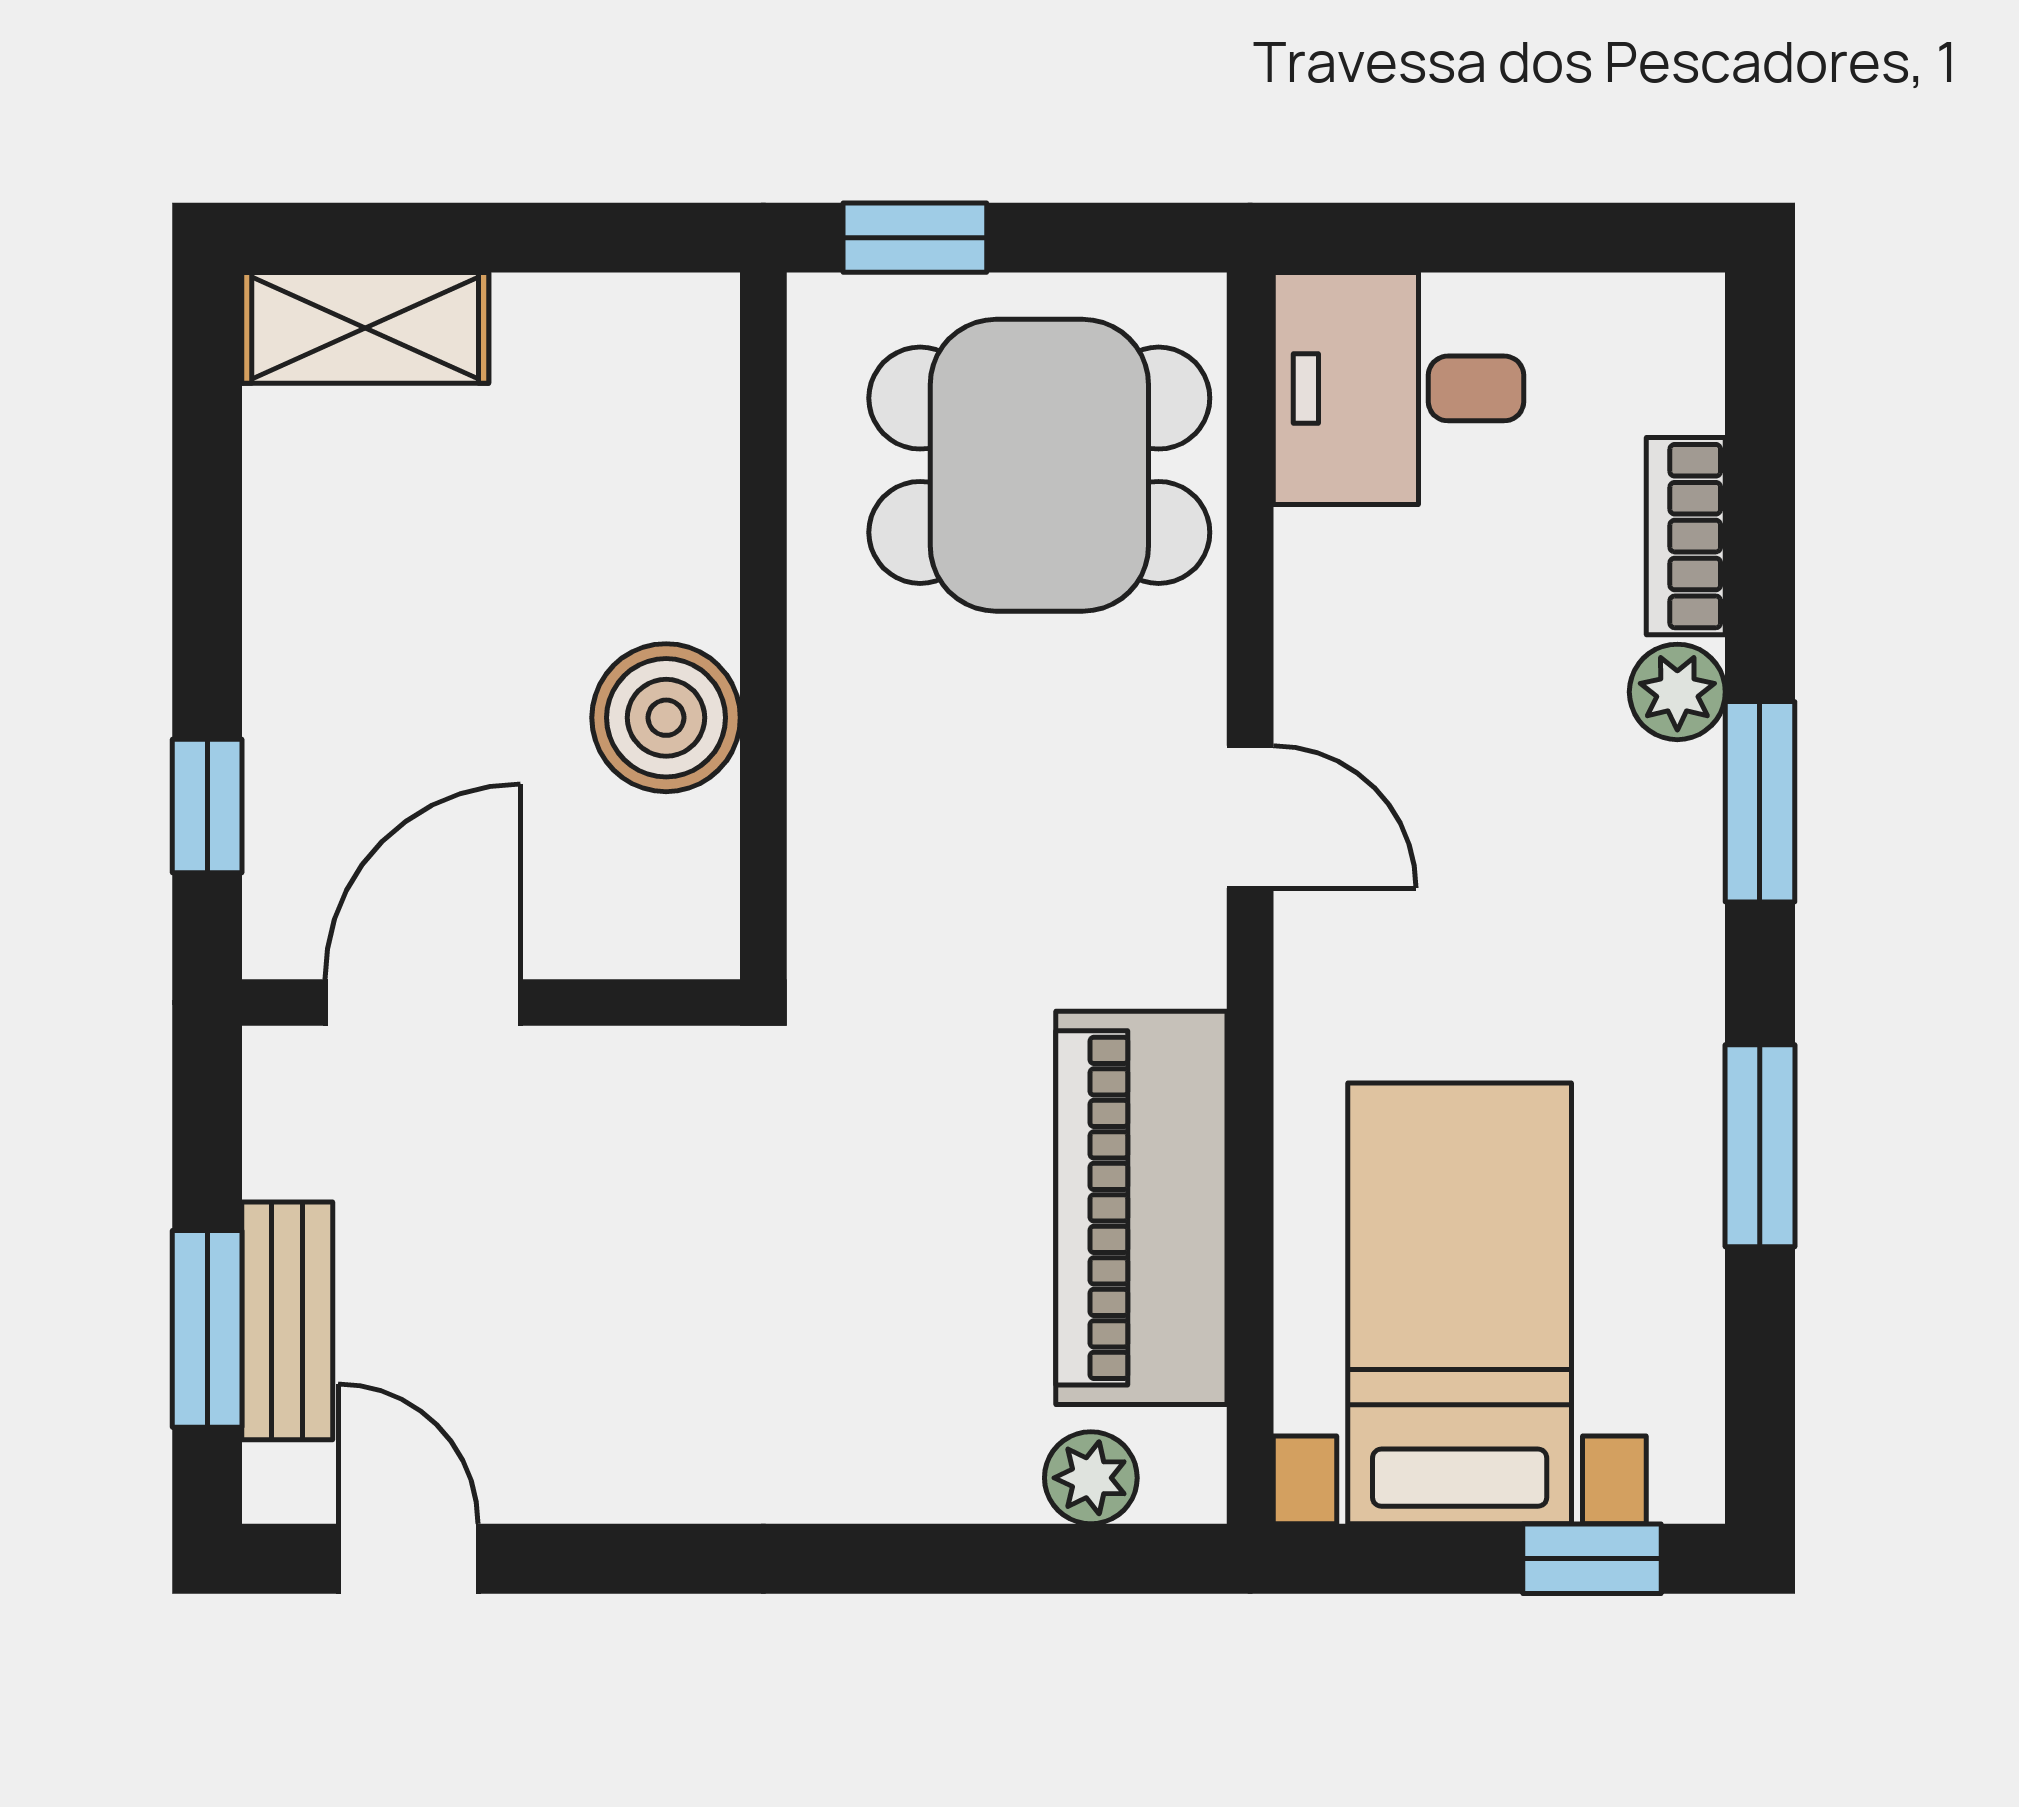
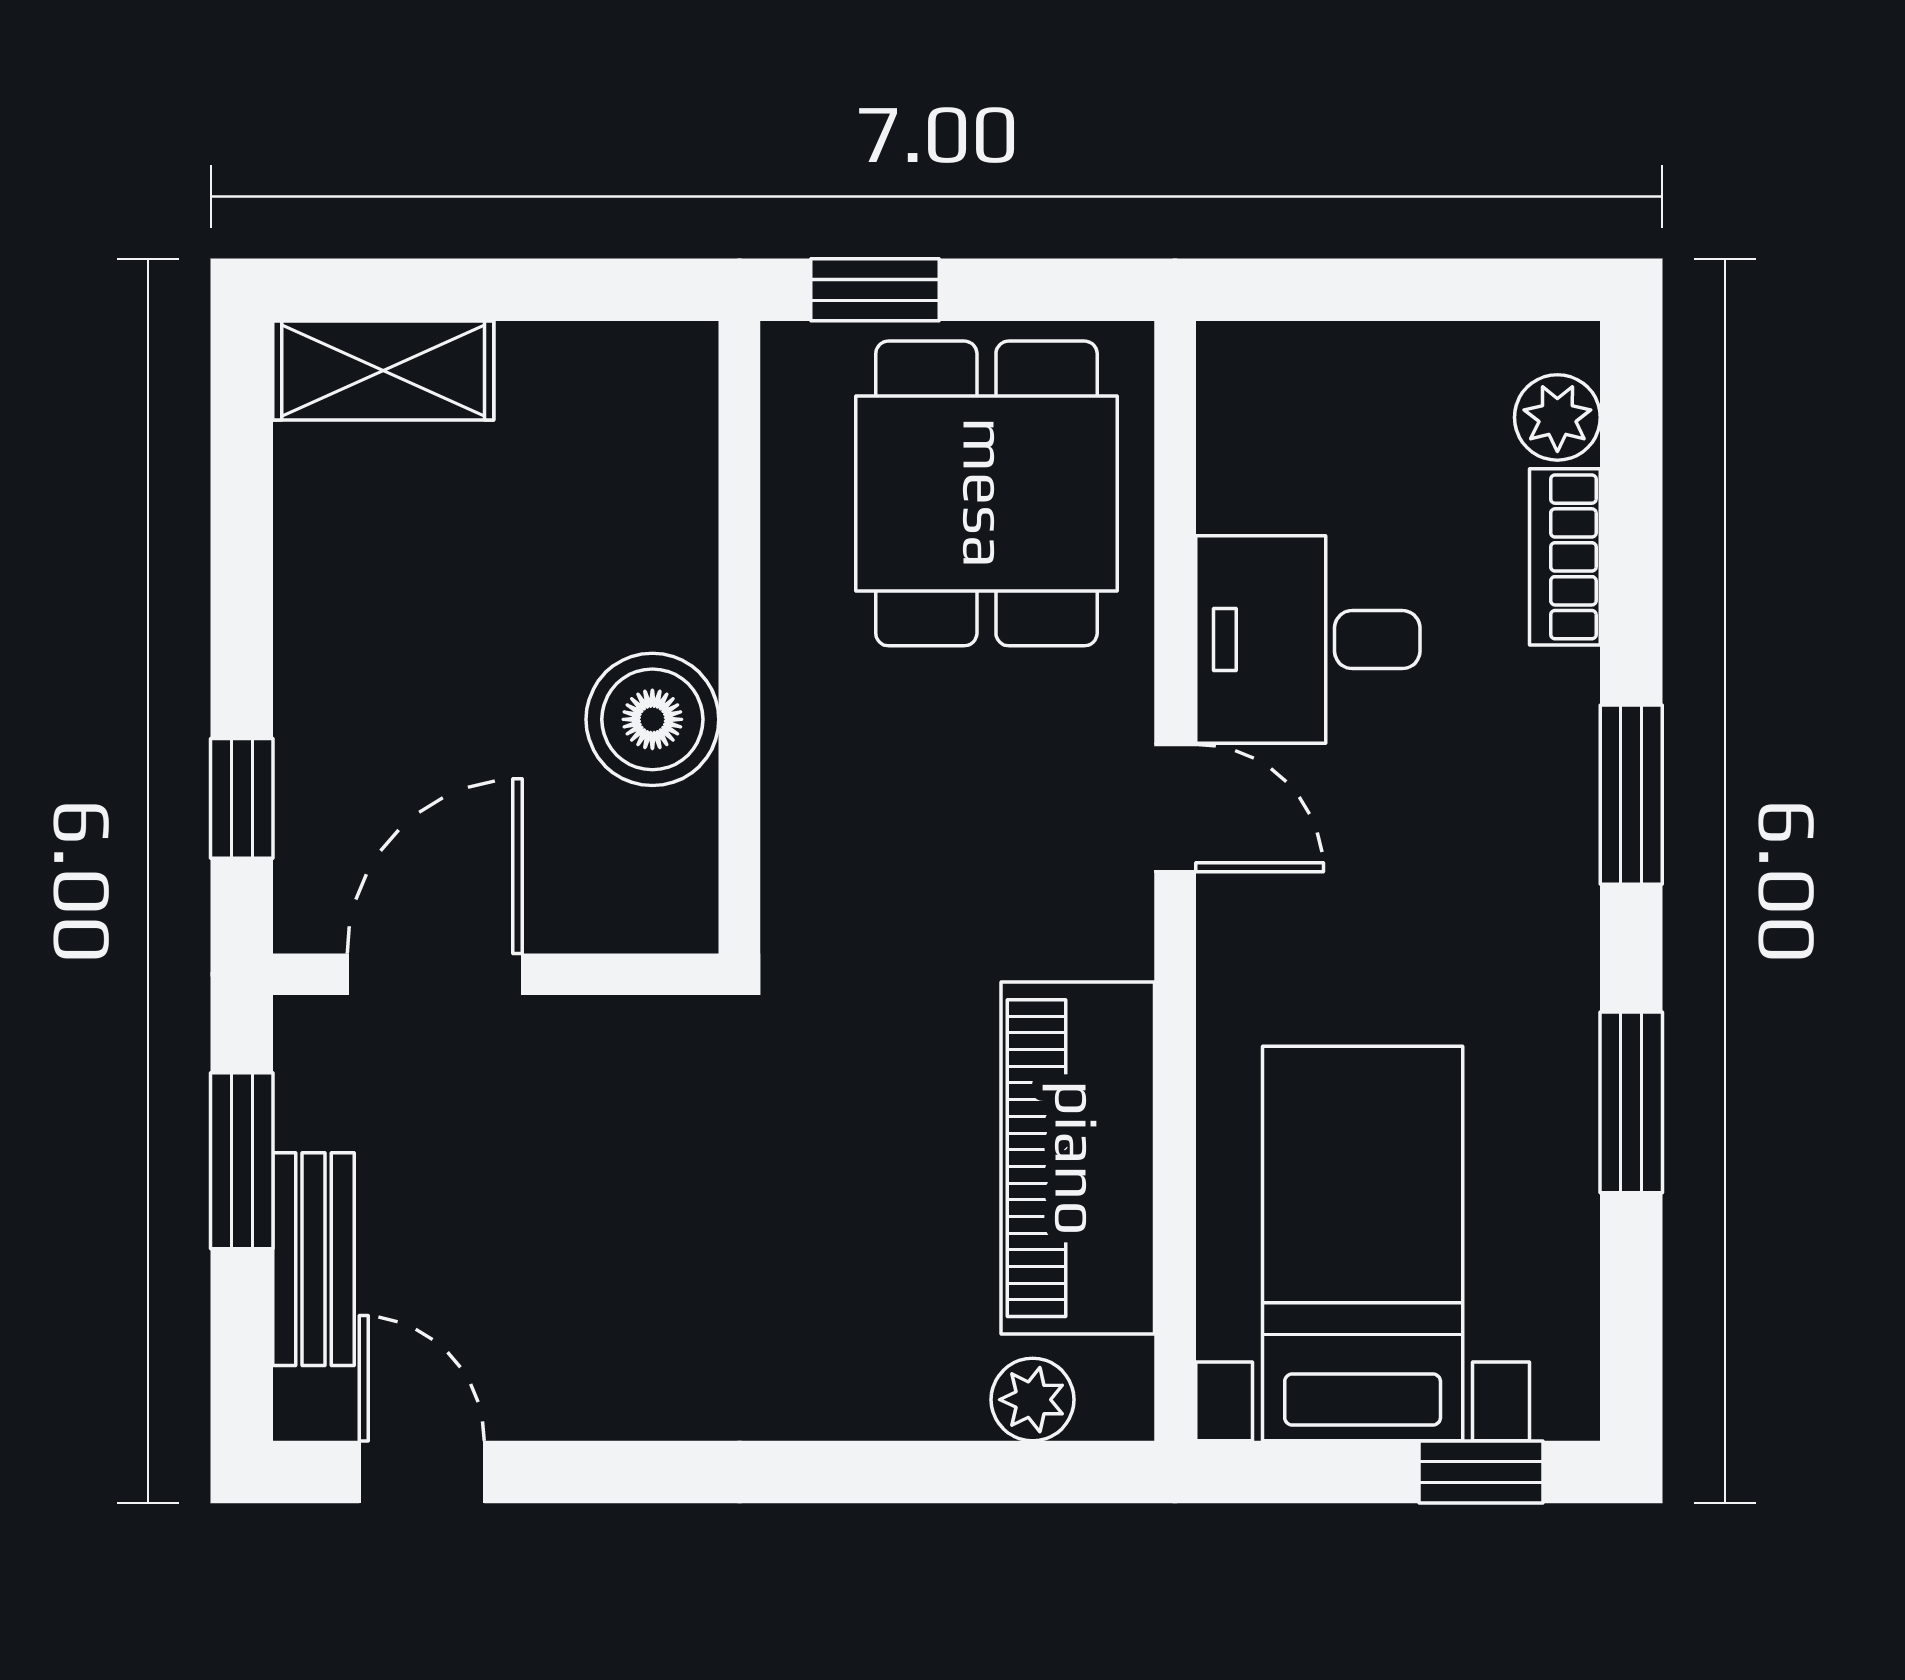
desk: (1398, 388) -> (1308, 640), moved
dining table: (1039, 465) -> (986, 493), turned 90
plant: (1677, 692) -> (1557, 417), moved
window: (207, 1329) -> (242, 1161), moved

